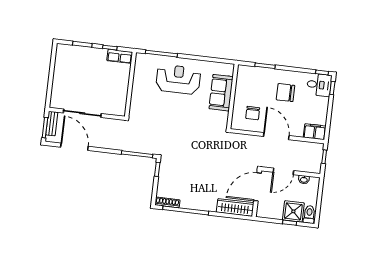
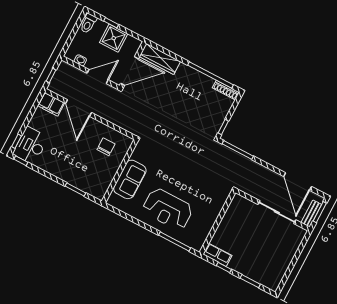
desk: (319, 85) -> (31, 146), width x1.37
chair: (285, 93) -> (65, 155), removed
door: (276, 136) -> (78, 108), moved
shower: (293, 211) -> (114, 38), moved

